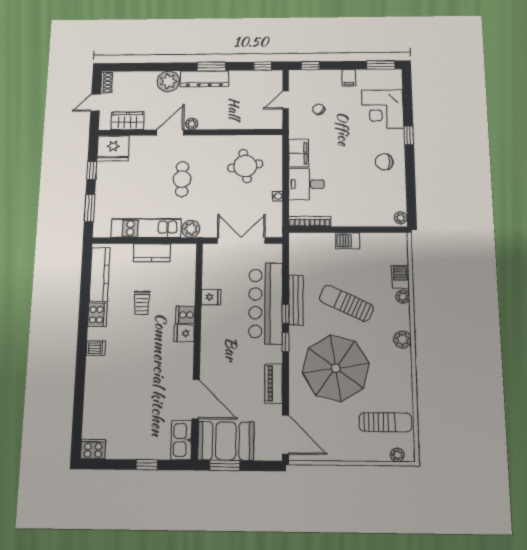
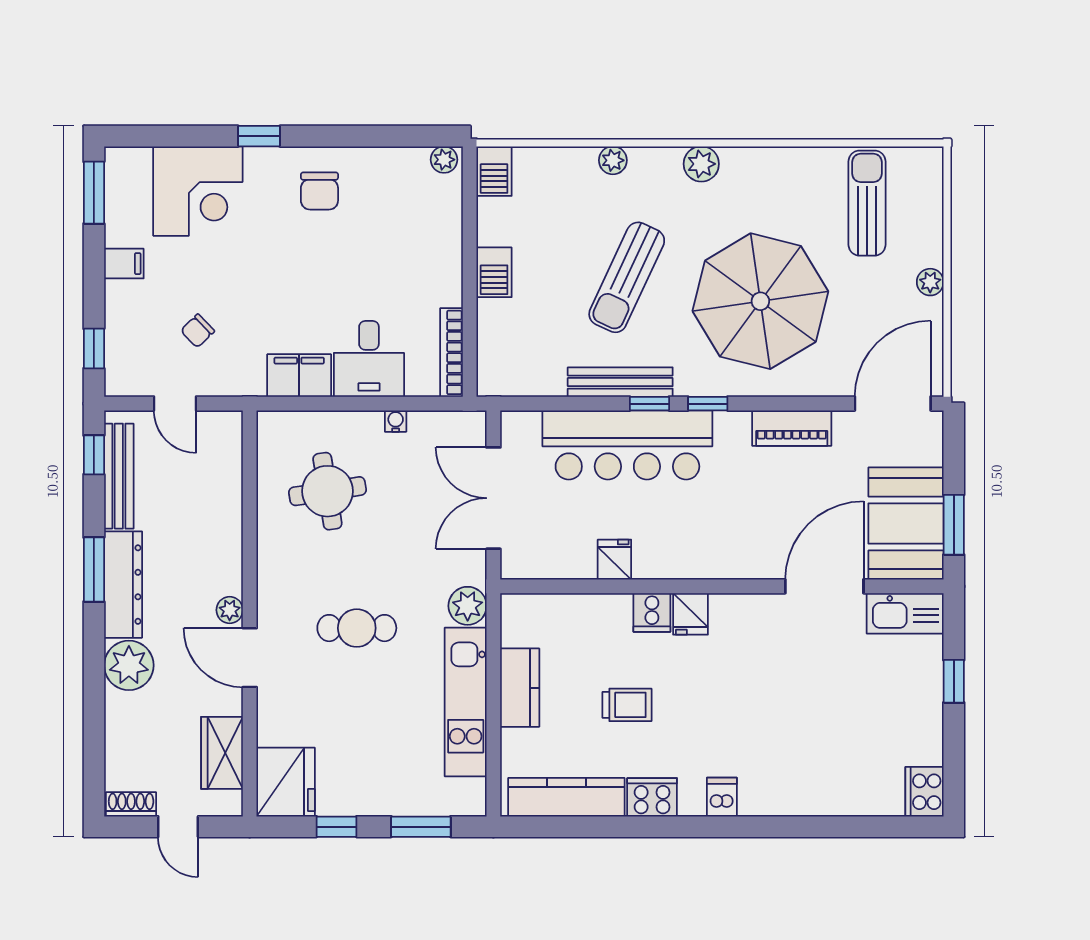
bench: (253, 76) -> (119, 476), added
barbecue: (400, 277) -> (494, 171), moved, turned -90
plant: (397, 455) -> (930, 282), moved

